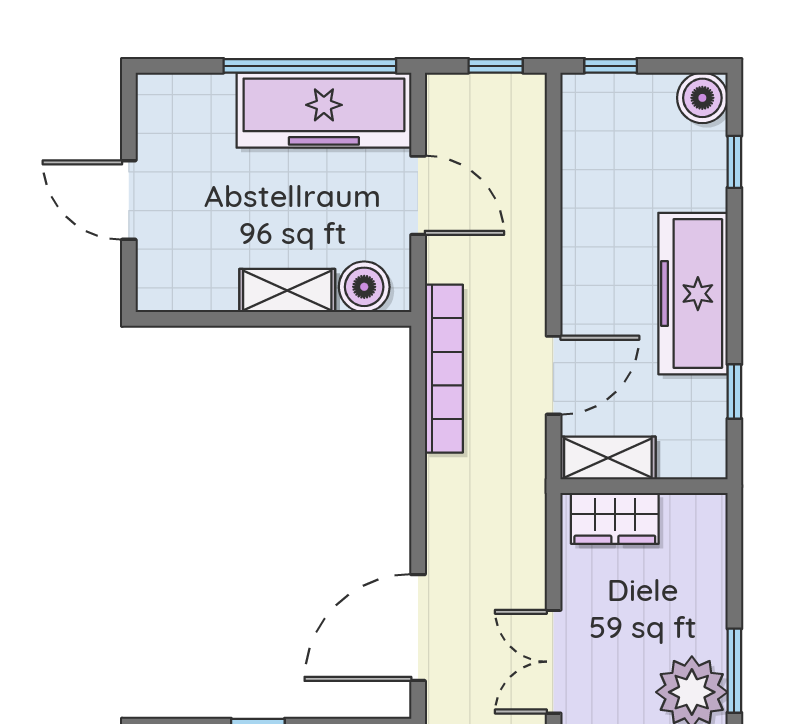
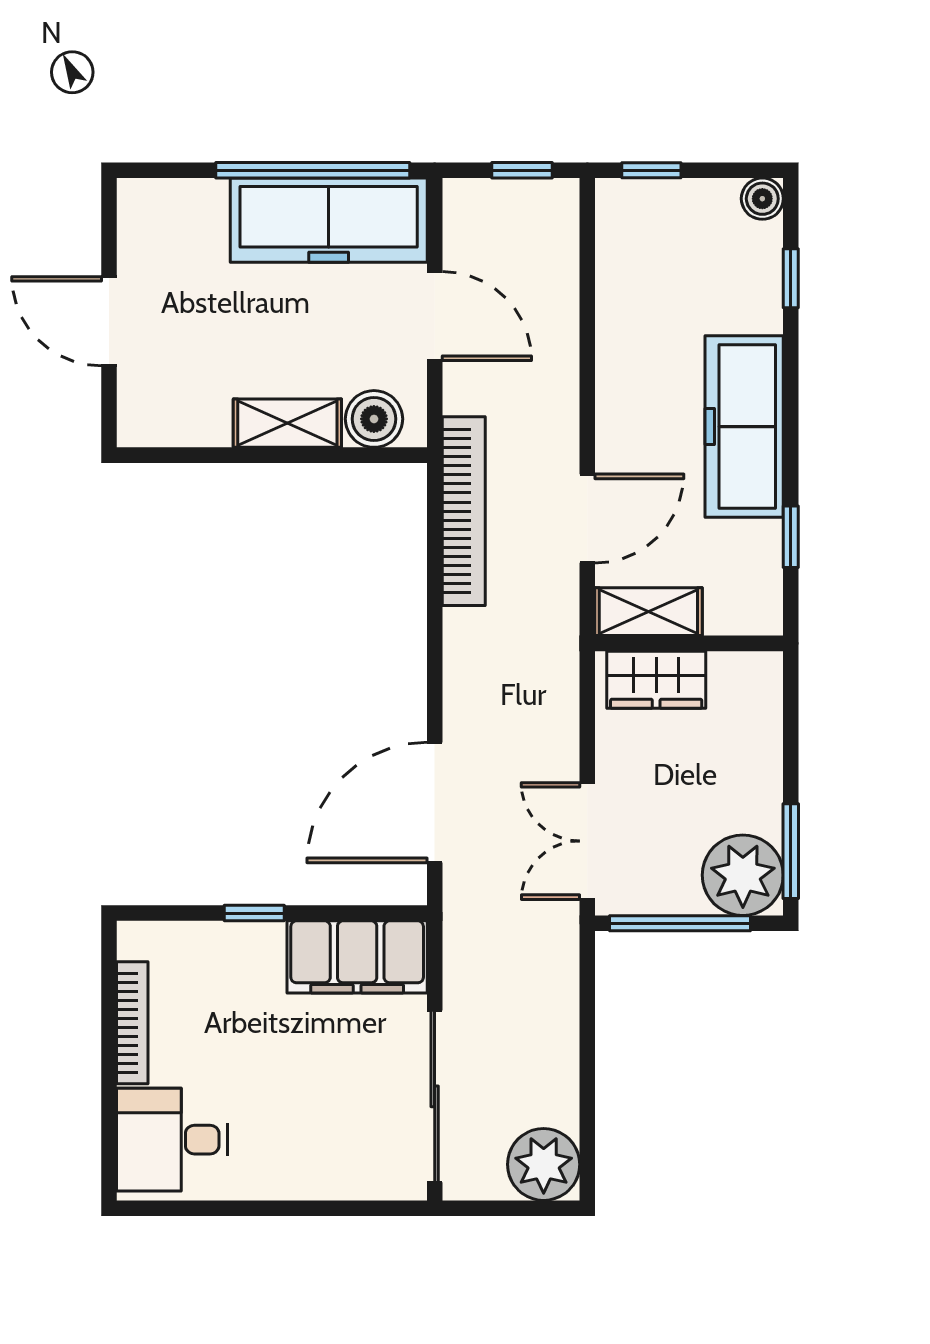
boiler: (702, 98) -> (762, 199), width x0.73, depth x0.73

